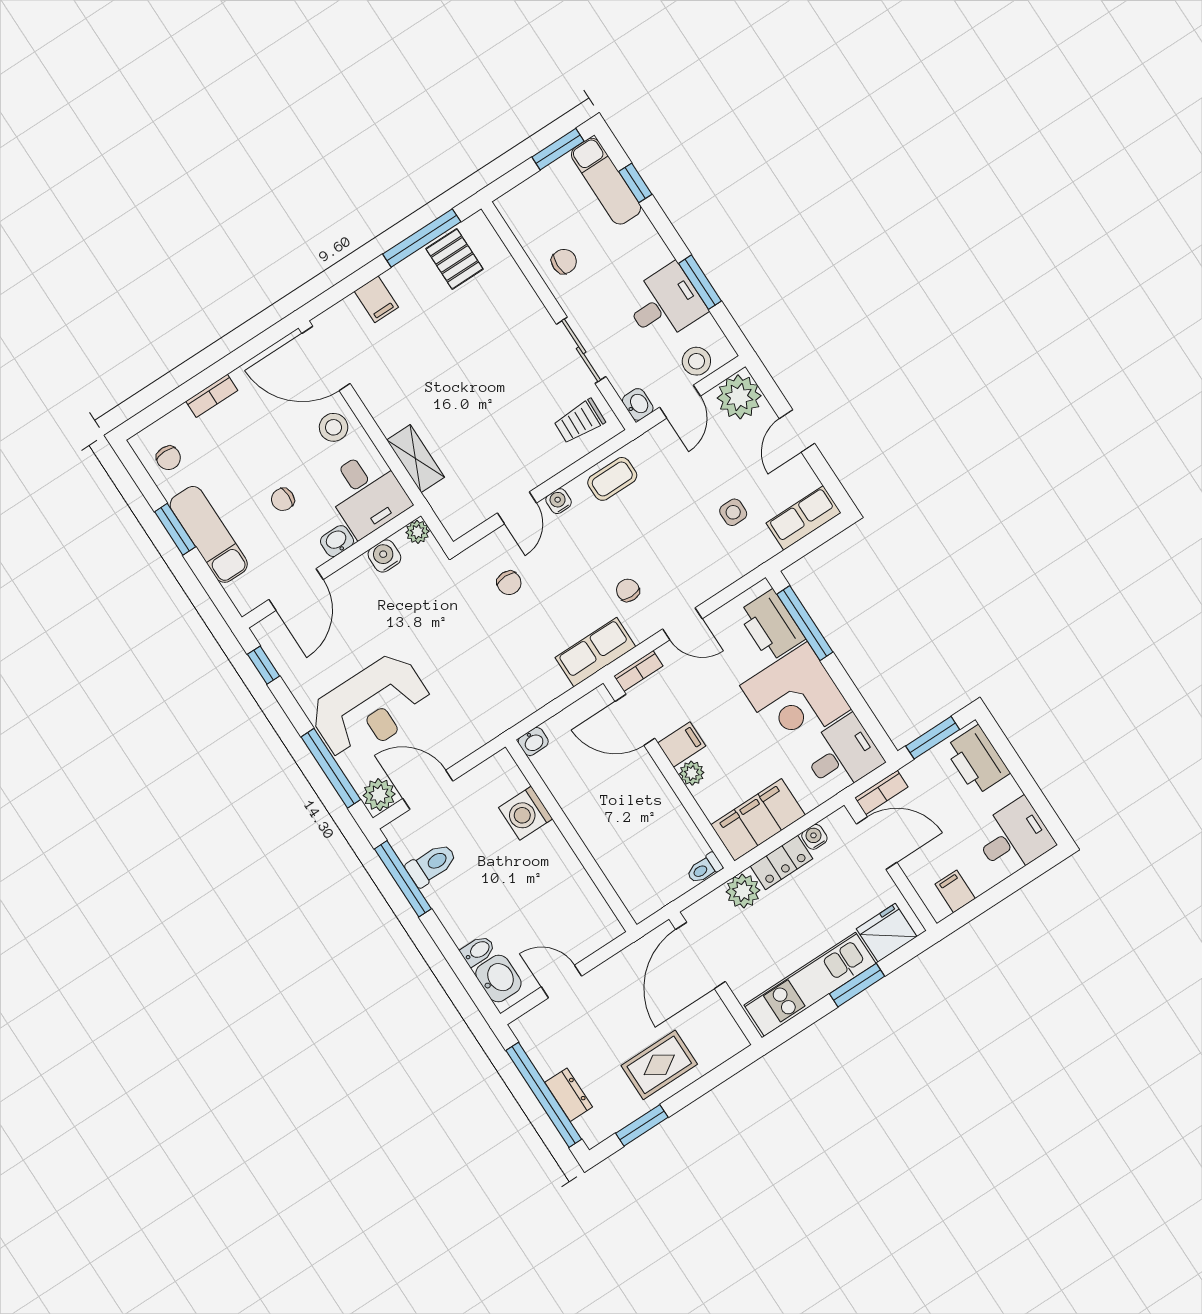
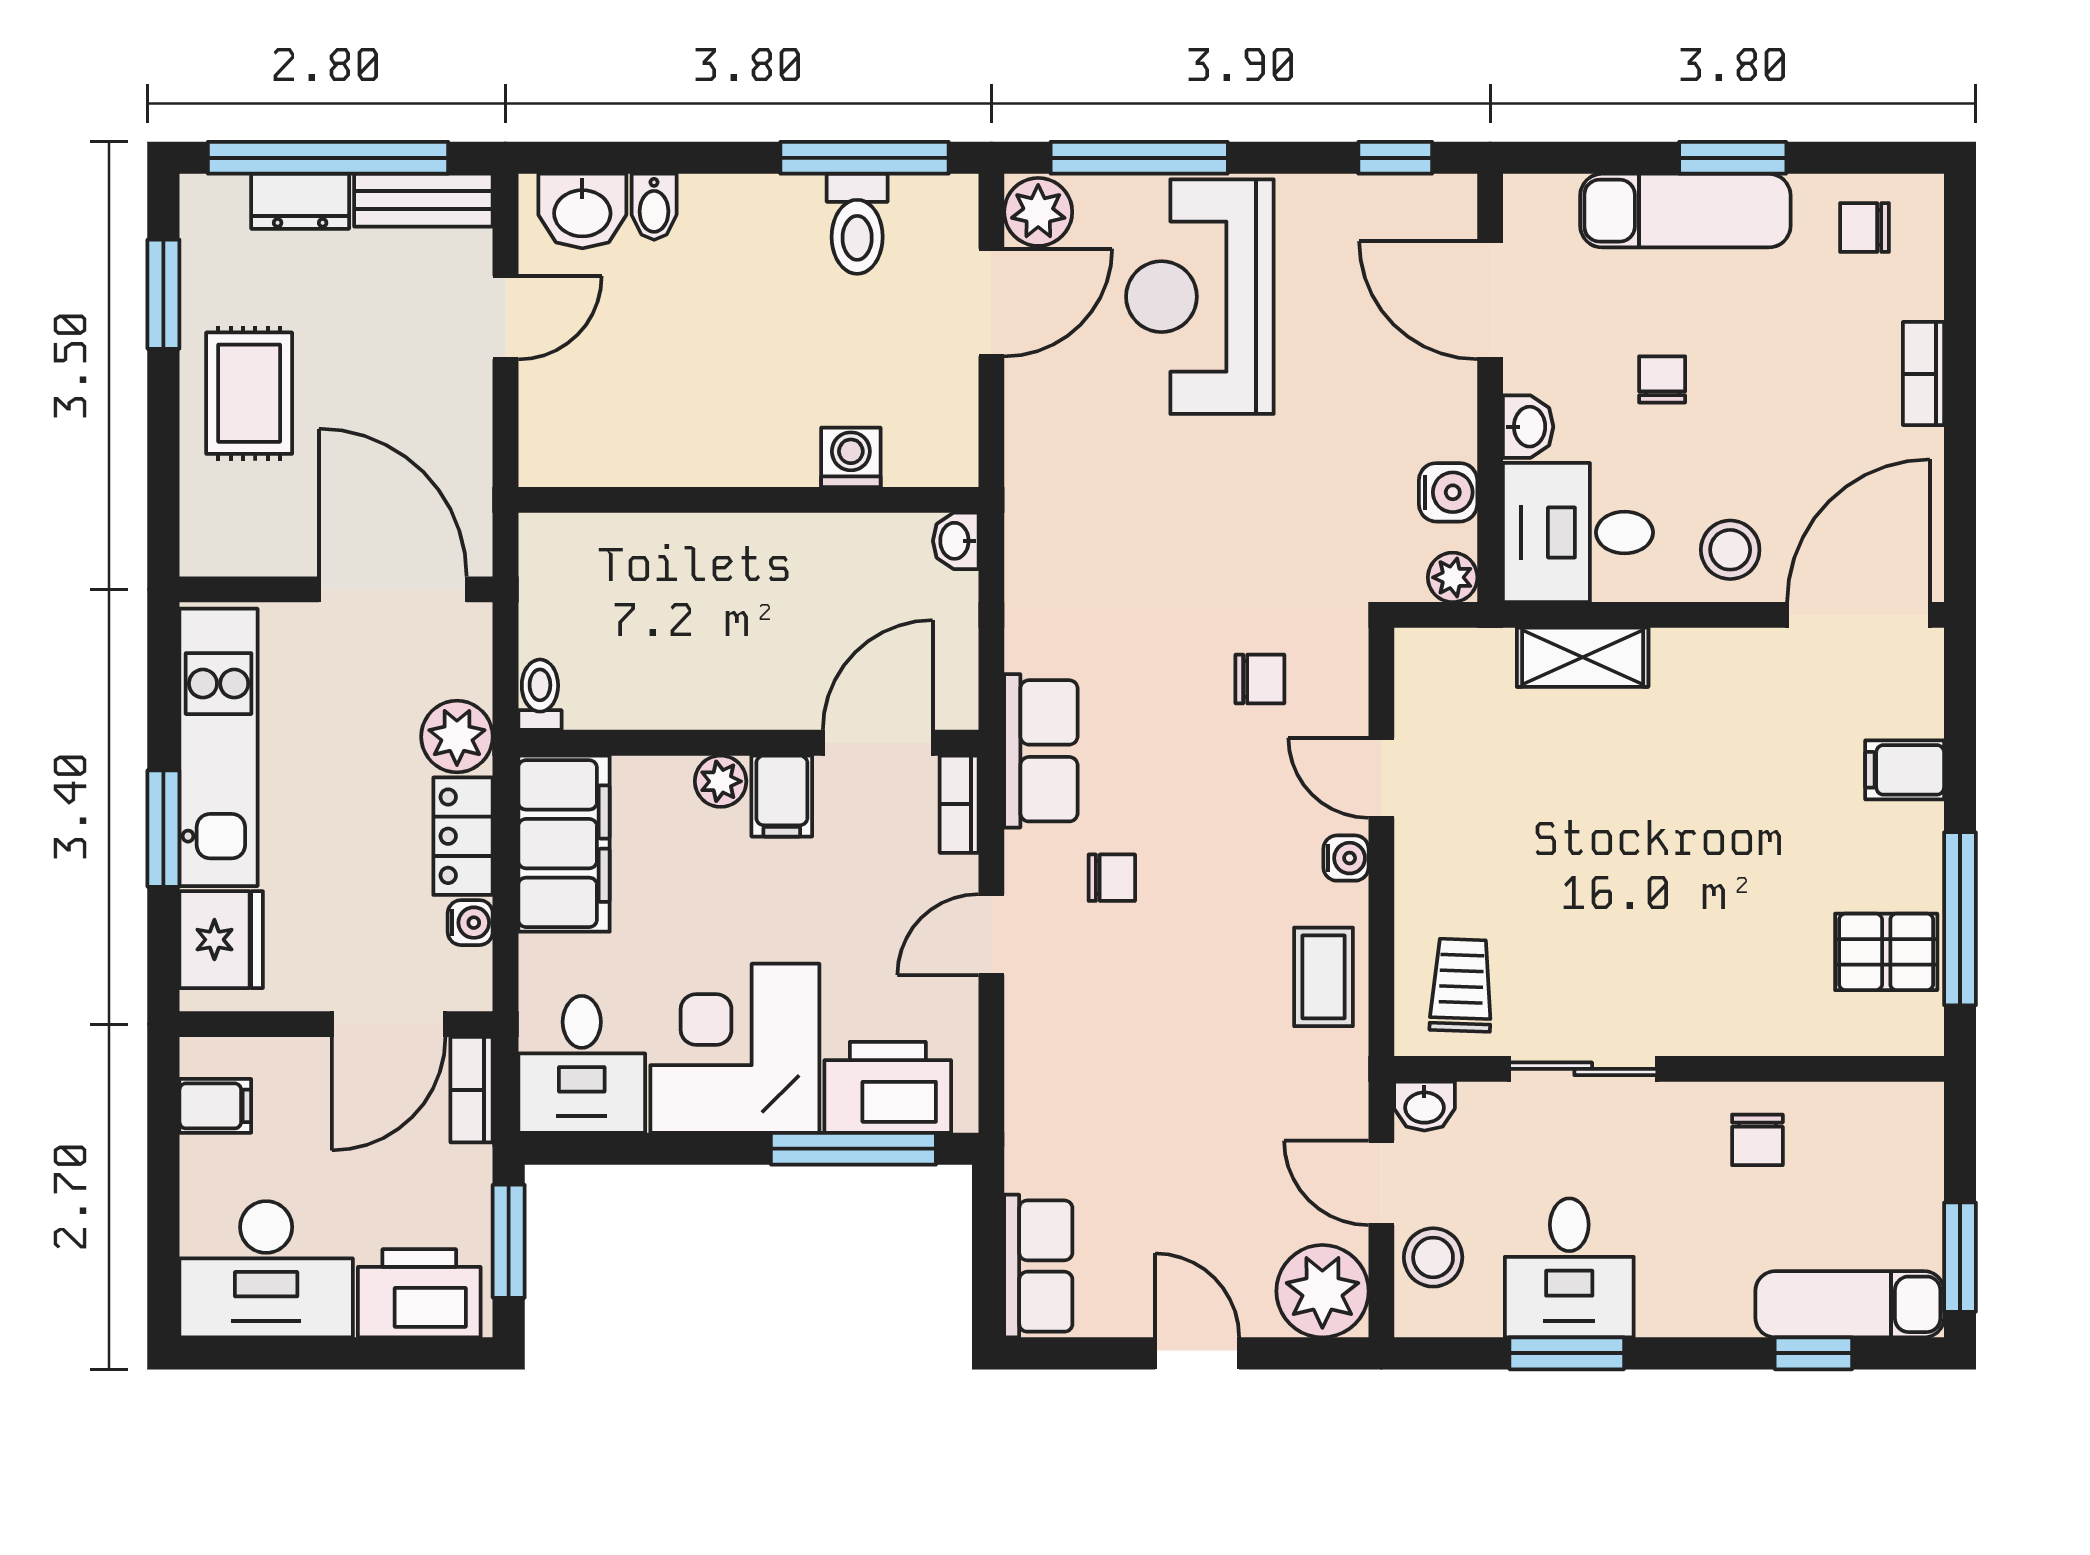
side table: (733, 512) -> (1128, 1150), removed
chair: (509, 583) -> (1260, 679), turned 180
washing machine: (526, 813) -> (851, 457), width x0.73, depth x0.73
desk: (1014, 838) -> (266, 1269), width x1.37
bench: (536, 1045) -> (423, 200), added

